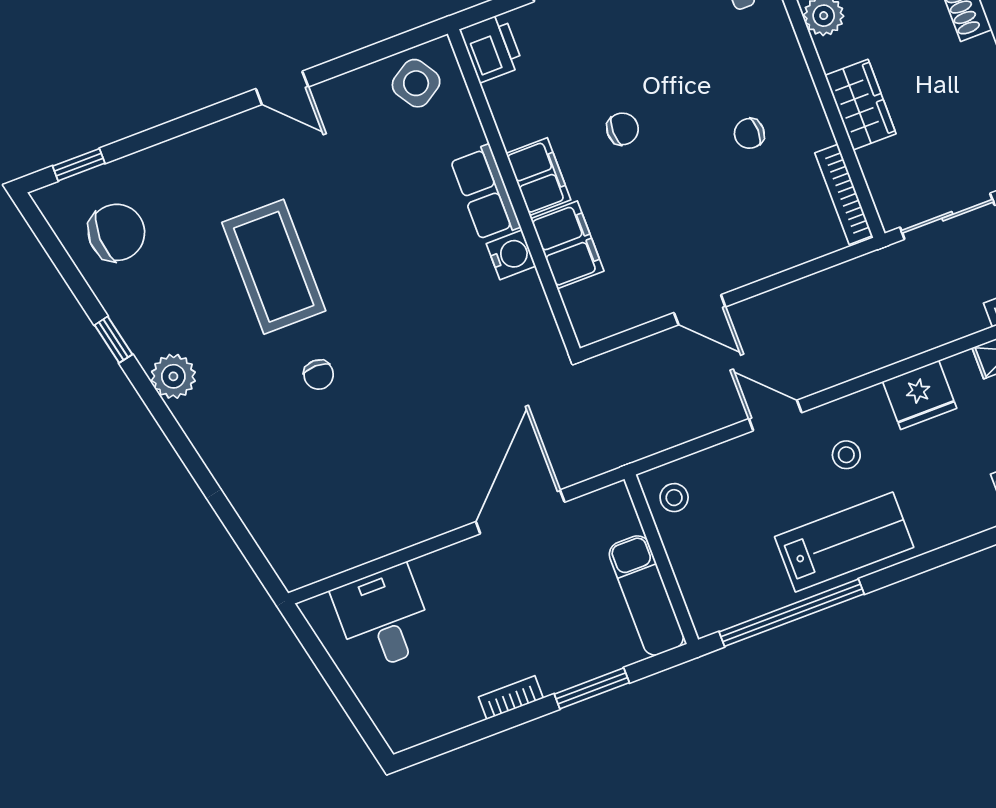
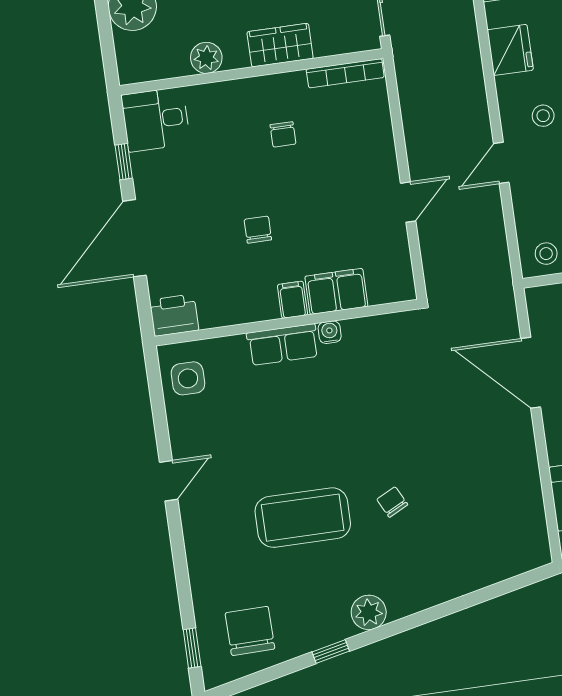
side table: (416, 83) -> (188, 378), turned 33
filing cabinet: (538, 177) -> (292, 300), width x0.50
water cooler: (511, 255) -> (330, 332), width x0.72, depth x0.72
chair: (319, 375) -> (392, 502), turned -117

